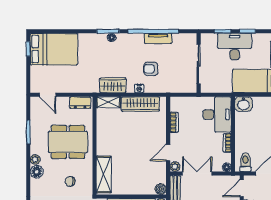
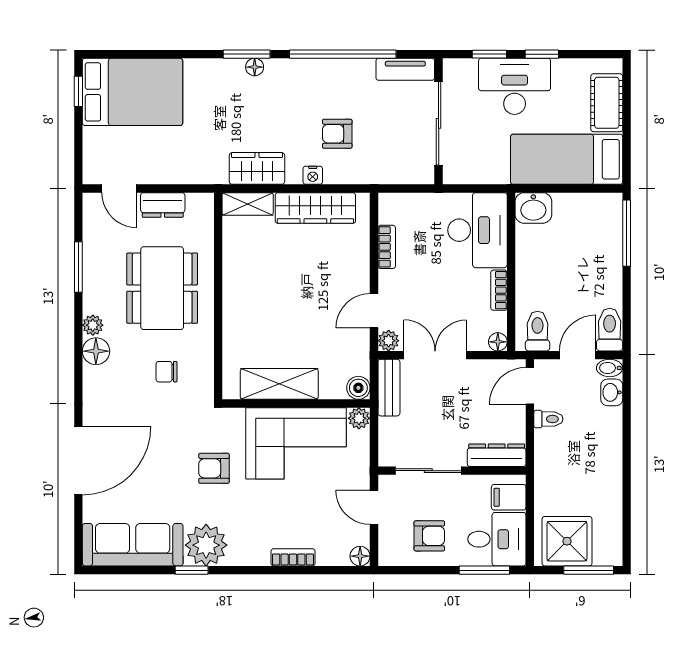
tv unit: (158, 38) -> (405, 69), moved
dresser: (80, 103) -> (163, 205), moved
dining table: (68, 142) -> (162, 288), turned 90
shelving: (104, 175) -> (279, 384), moved, turned 90

